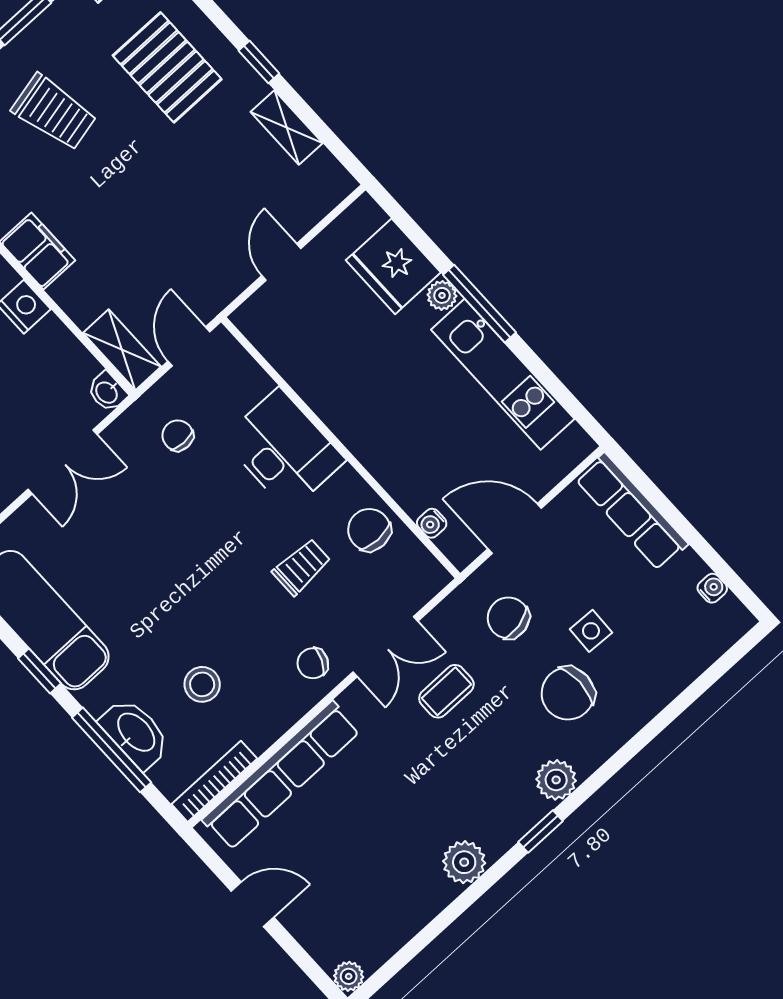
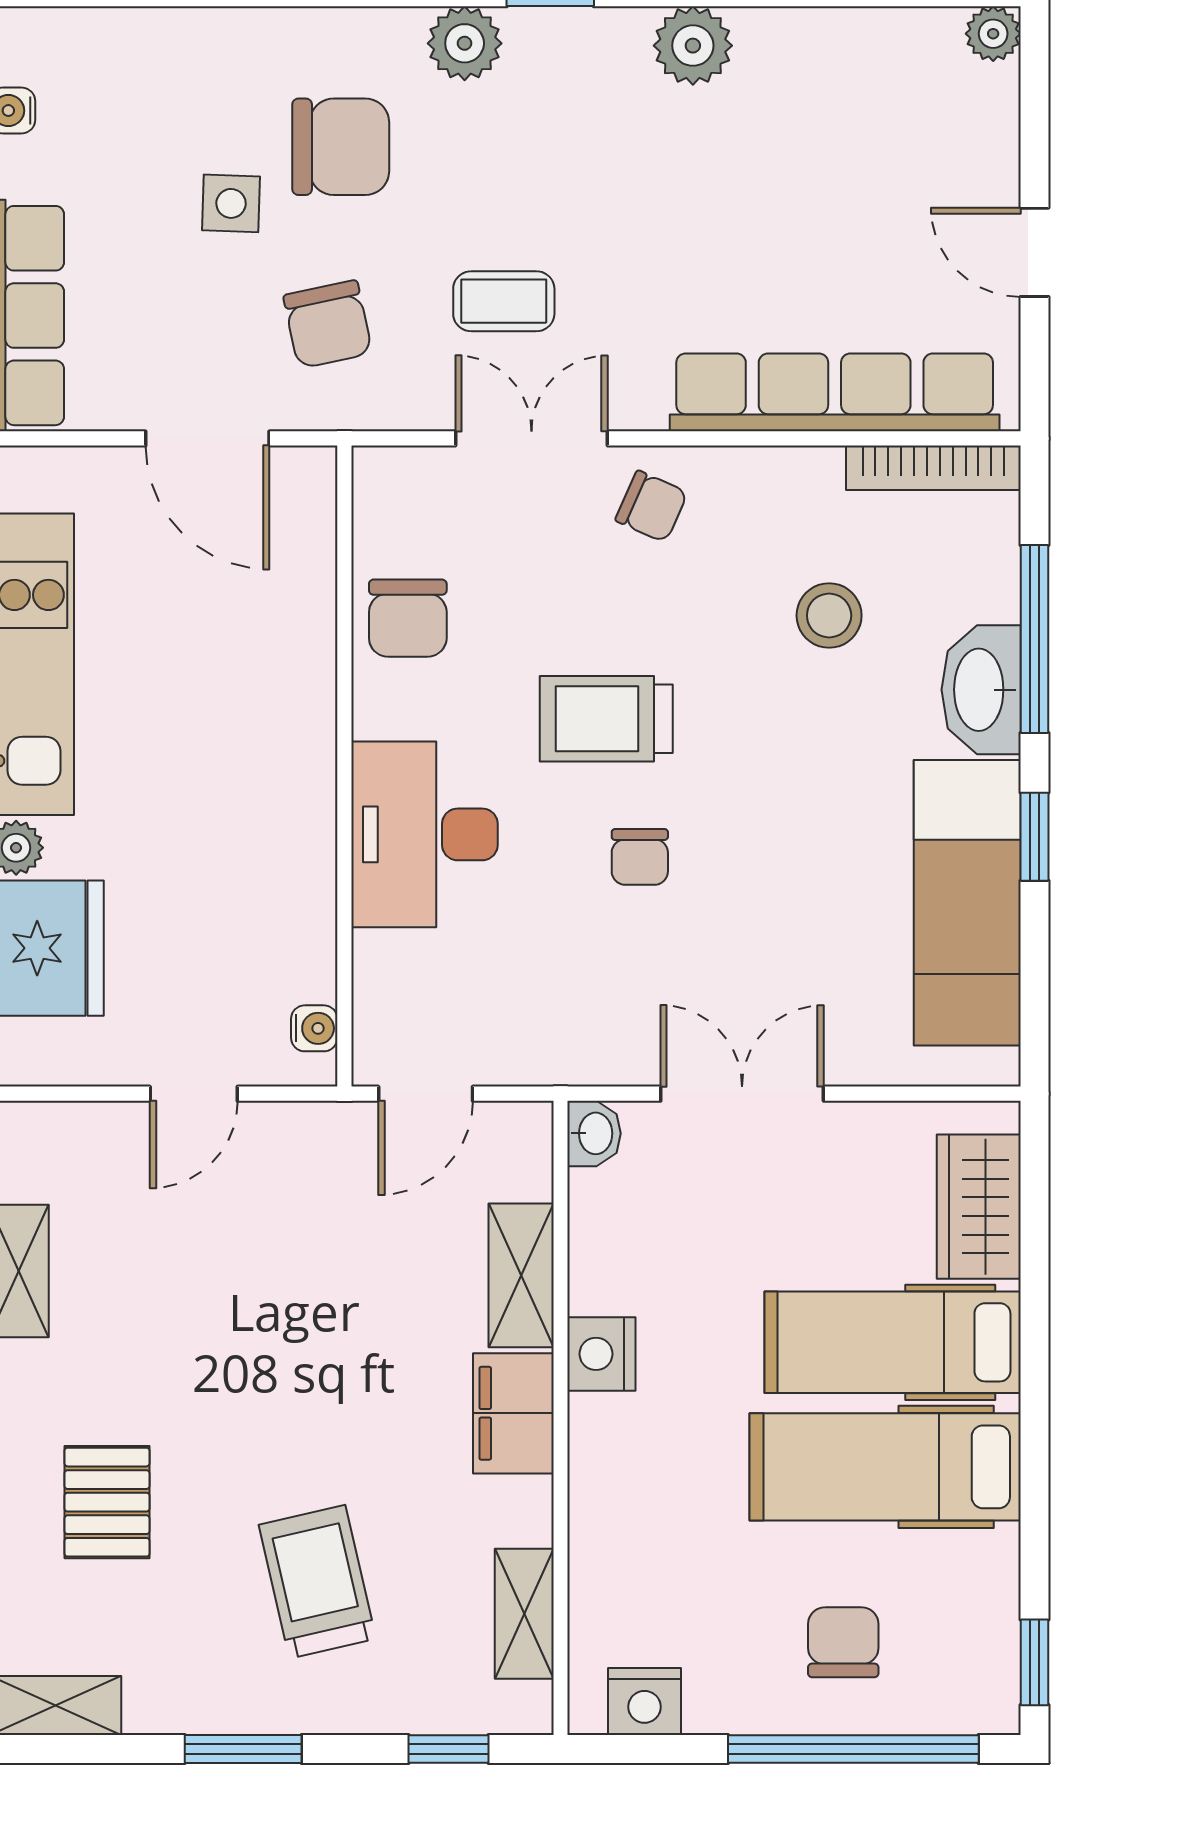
pallet: (167, 67) -> (107, 1502), width x0.67, depth x0.71
shelving: (122, 350) -> (521, 1275), moved
chair: (178, 435) -> (640, 857), moved
water cooler: (432, 523) -> (314, 1028), moved
trolley: (302, 567) -> (606, 719), moved, width x1.36, depth x1.39
washbasin: (135, 733) -> (981, 690), moved

